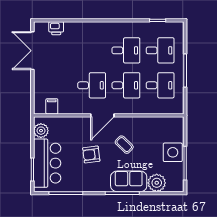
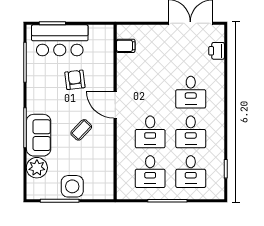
desk: (92, 85) -> (191, 92), moved
plant: (41, 131) -> (98, 33), removed
armchair: (91, 155) -> (75, 80), moved

